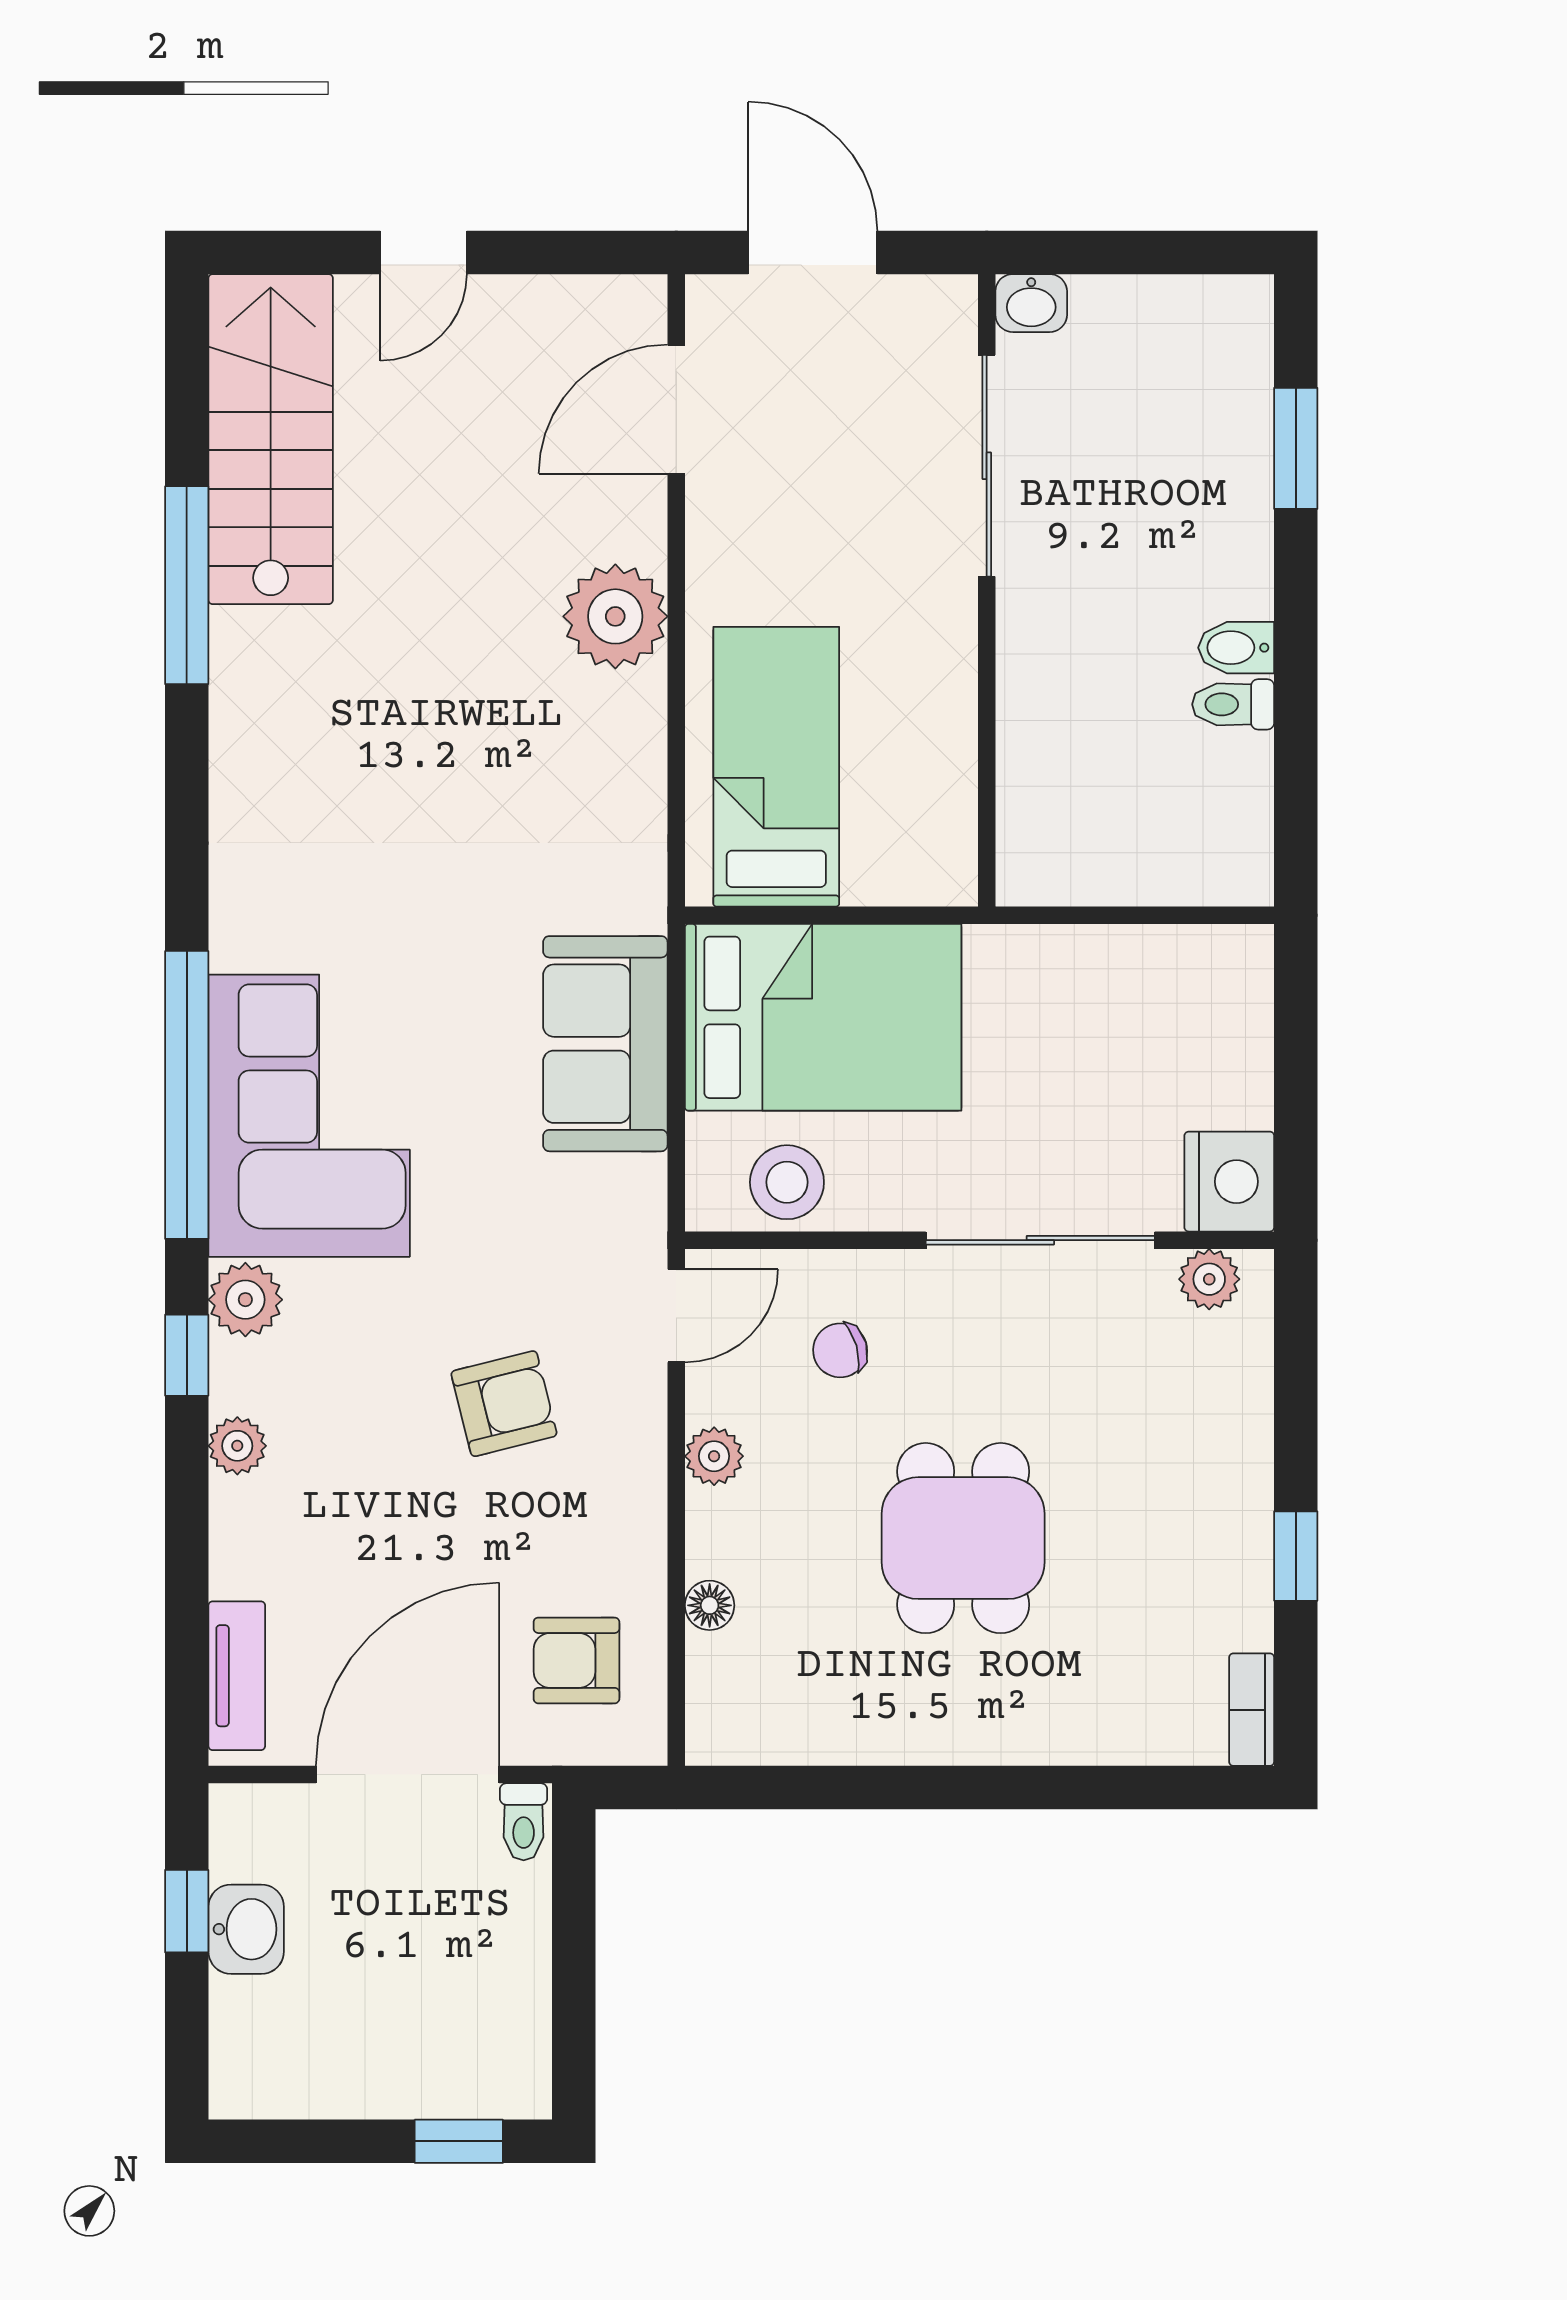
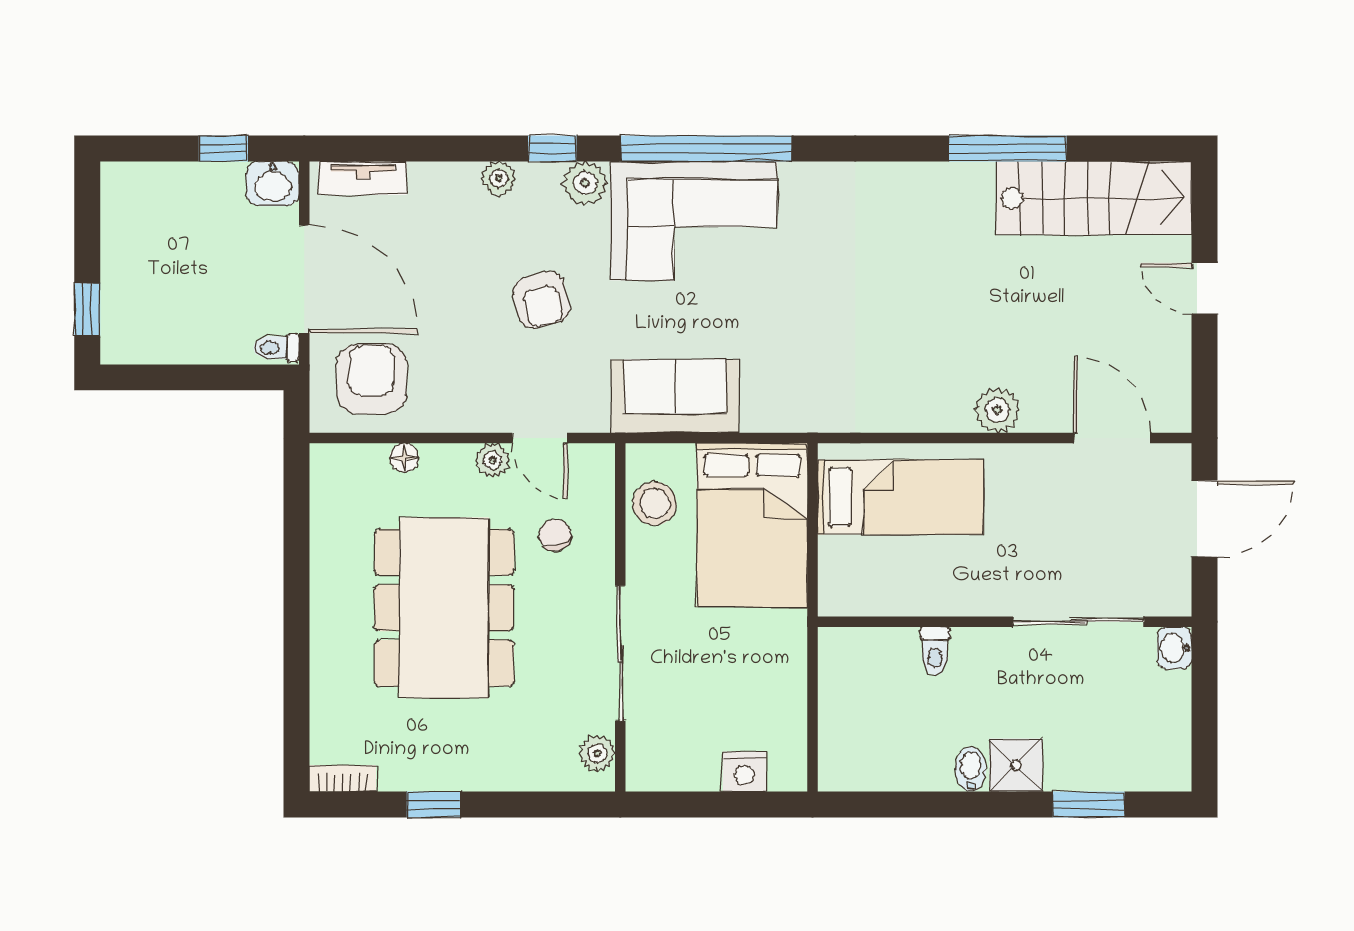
shower: (1229, 571) -> (1016, 765), added
plant: (615, 616) -> (997, 410), width x0.73, depth x0.73
toilet: (1233, 704) -> (935, 651), moved, turned 180
sofa: (605, 1044) -> (675, 396), moved
nightstand: (1229, 1182) -> (745, 772), moved, width x0.74, depth x0.75
door: (676, 1316) -> (540, 438), moved
armchair: (504, 1404) -> (541, 300), moved
dining table: (963, 1538) -> (444, 608), width x1.88, depth x1.24
armchair: (576, 1660) -> (372, 379), width x1.38, depth x1.38
washbasin: (246, 1929) -> (273, 184), moved

